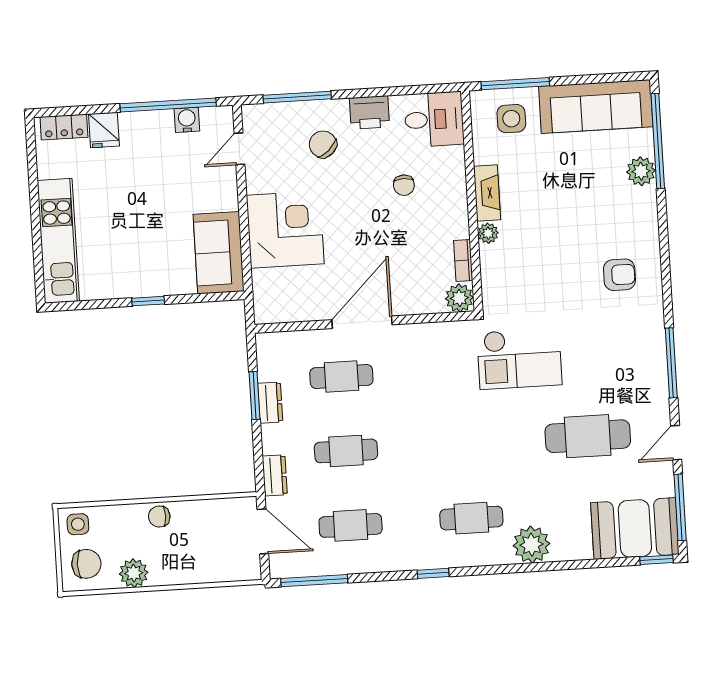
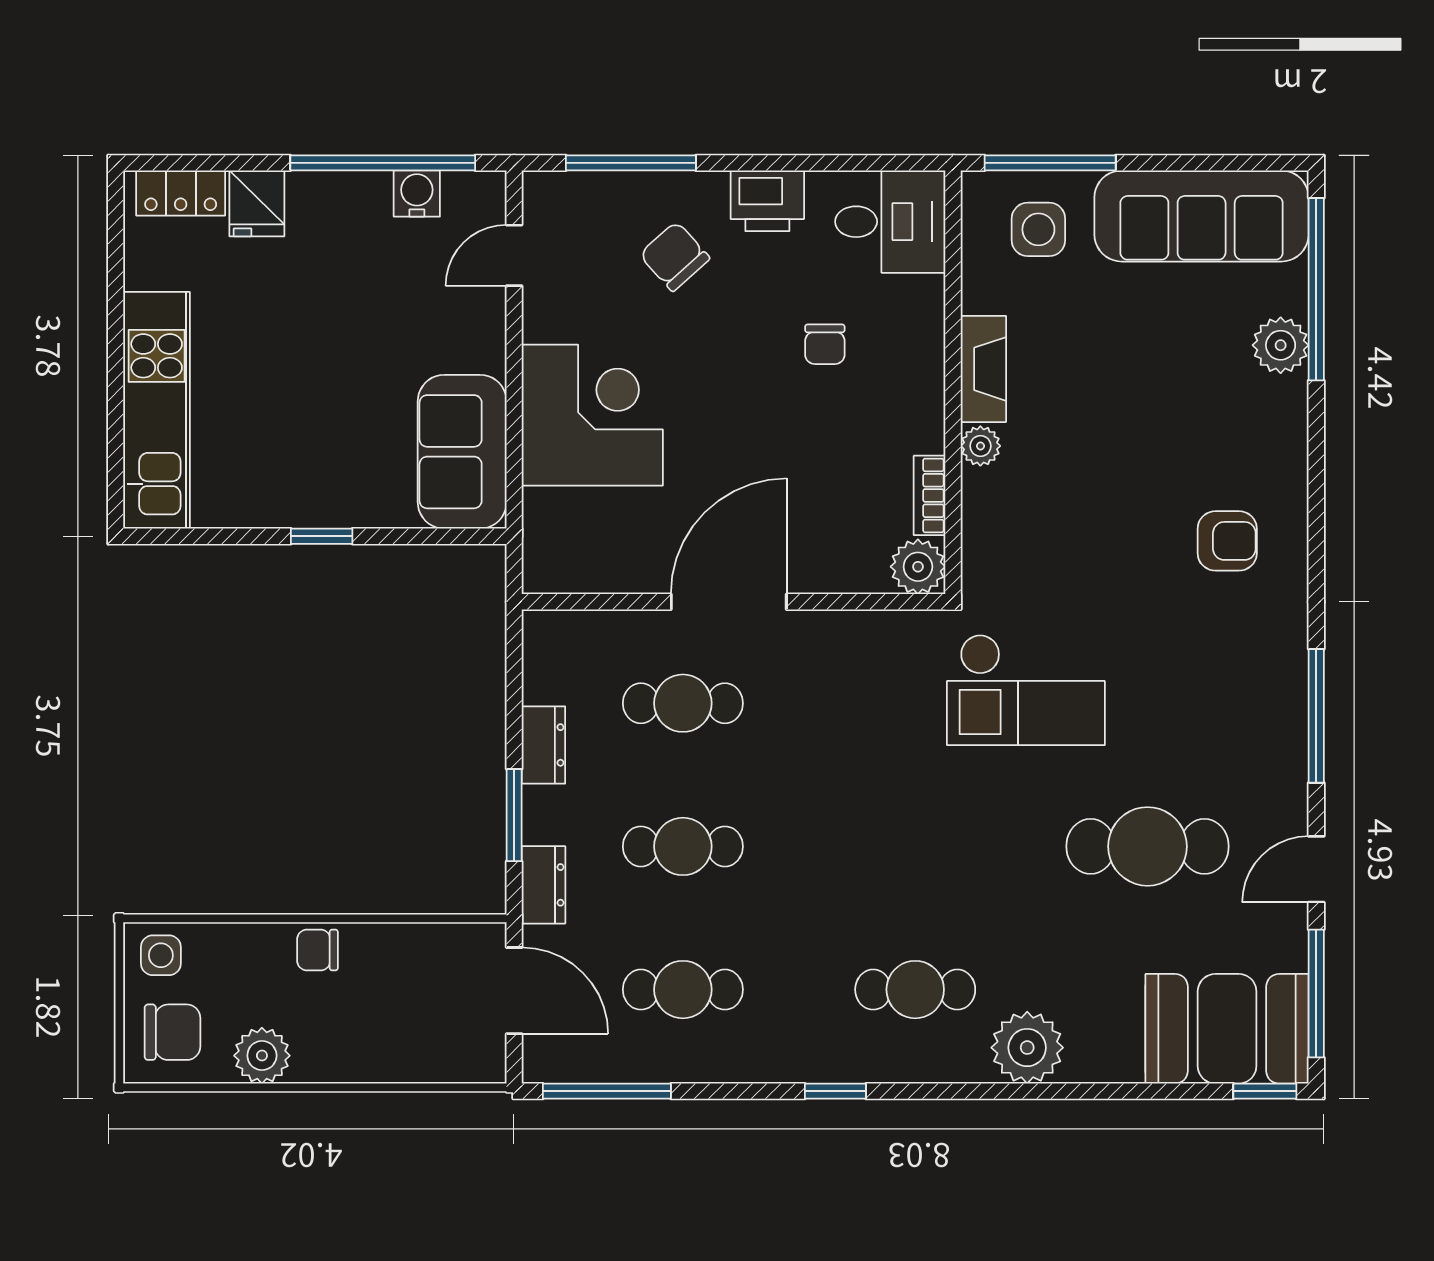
window: (254, 396) -> (514, 815), moved

